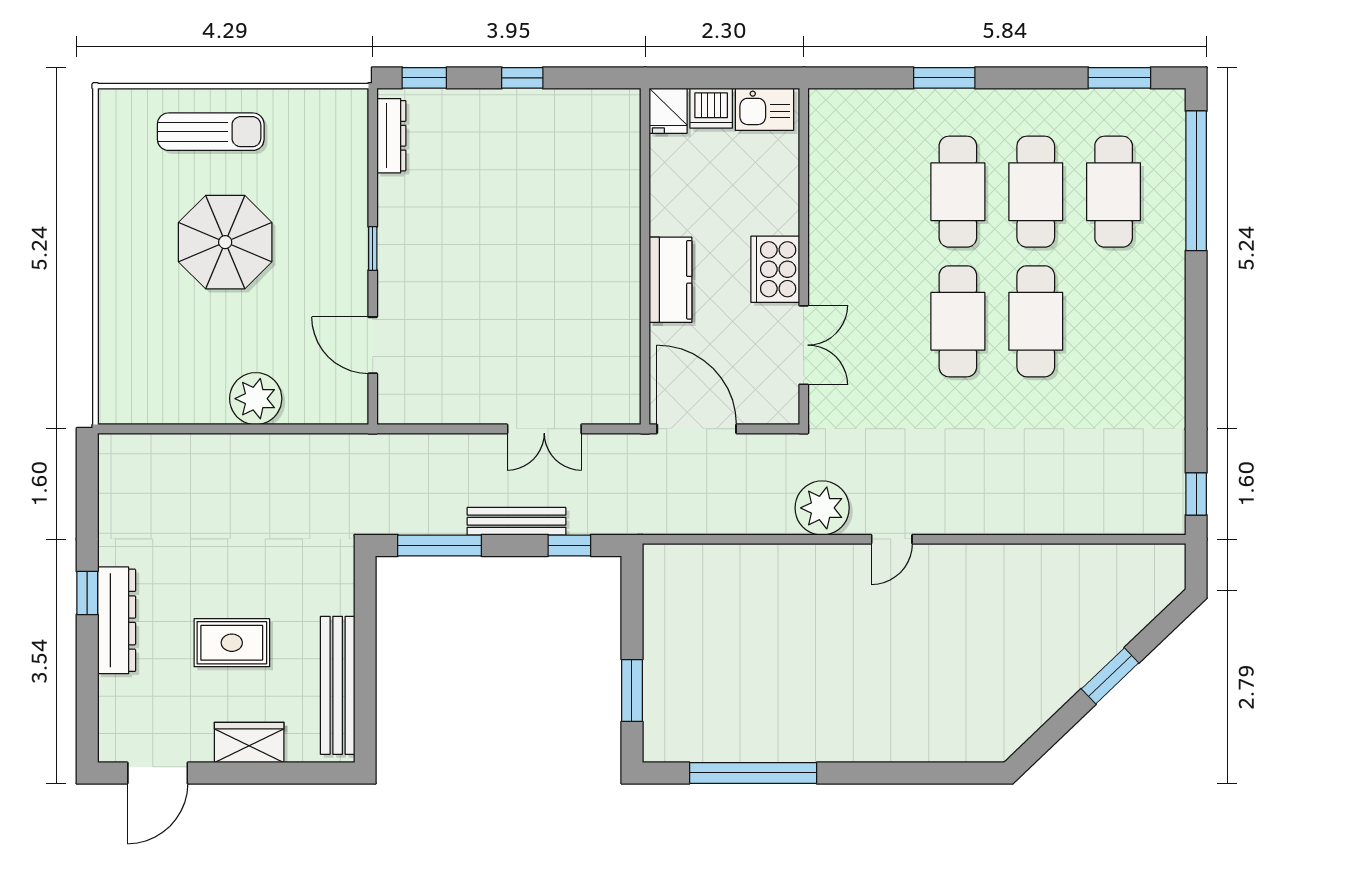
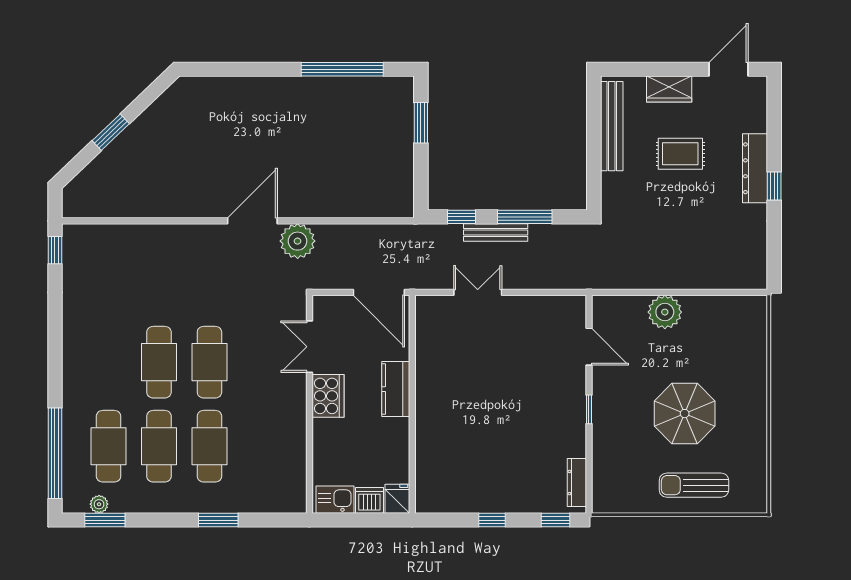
plant: (1128, 102) -> (99, 504), added
door: (892, 539) -> (252, 221), width x1.87
window: (440, 545) -> (525, 217), moved

